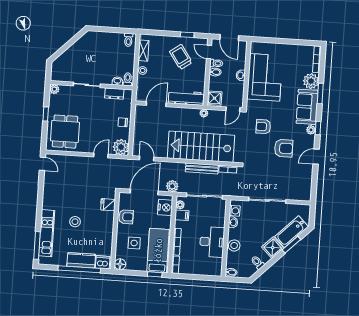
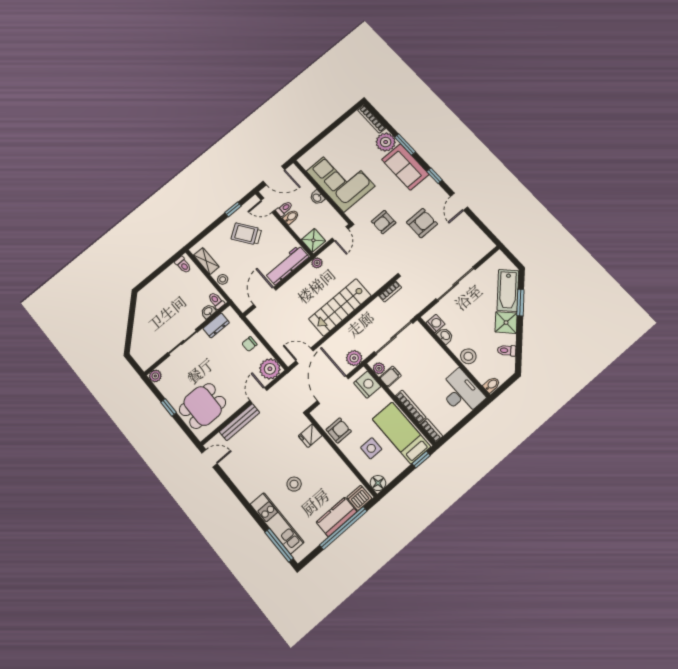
plant: (311, 130) -> (430, 183), removed
dining table: (65, 132) -> (203, 406), turned 90
stairs: (201, 147) -> (340, 307), width x0.73, depth x0.66
bench: (202, 168) -> (240, 422), moved
desk: (212, 242) -> (461, 393), moved

